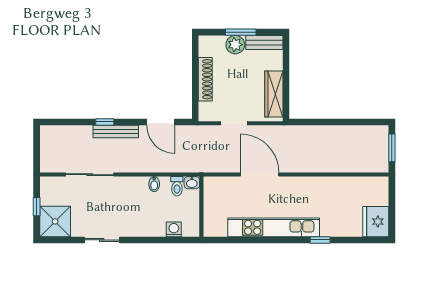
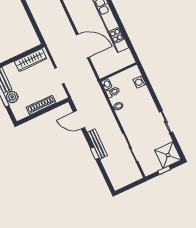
door: (161, 122) -> (79, 120), swing flipped
door: (260, 175) -> (83, 46), swing flipped

